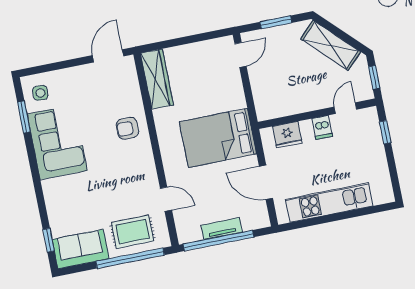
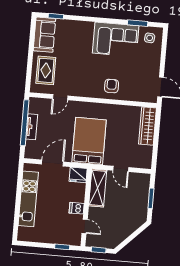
shelving: (331, 45) -> (98, 188), moved, turned -45
door: (241, 55) -> (121, 169), moved
wardrobe: (157, 79) -> (148, 126), moved, turned 90
fridge: (287, 135) -> (78, 175), moved, turned -90
window: (130, 258) -> (30, 64), removed

